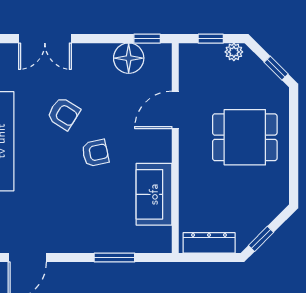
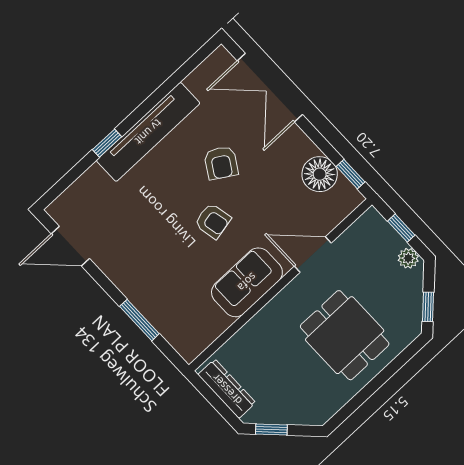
double door: (45, 39) -> (270, 88), width x1.37
sofa: (154, 194) -> (247, 282), moved

